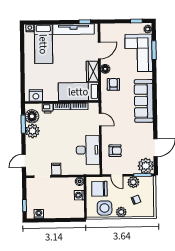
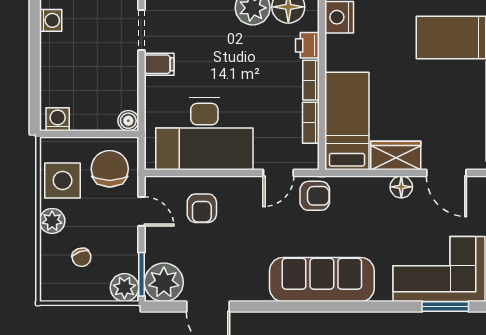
armchair: (113, 84) -> (315, 196), moved
desk: (88, 150) -> (204, 134), width x1.36, depth x1.30
door: (117, 175) -> (141, 211), swing flipped
plant: (133, 182) -> (124, 288), moved
washing machine: (79, 195) -> (58, 119), moved

